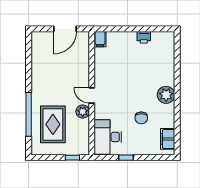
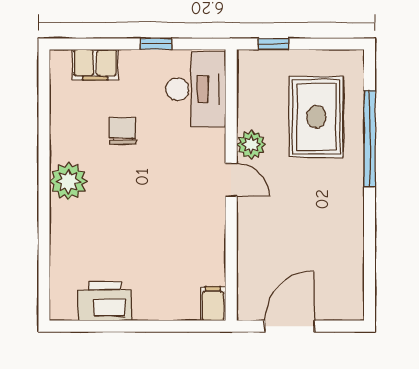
printer: (144, 37) -> (105, 301), width x1.87, depth x1.48
filing cabinet: (168, 139) -> (95, 65), moved, turned 90

